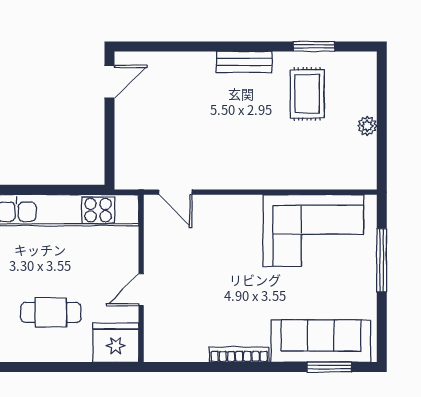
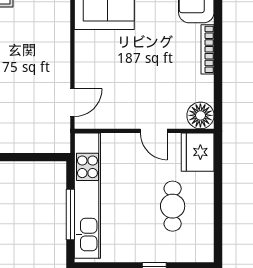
window: (41, 190) -> (70, 214), added
floor lamp: (160, 346) -> (200, 115), added

